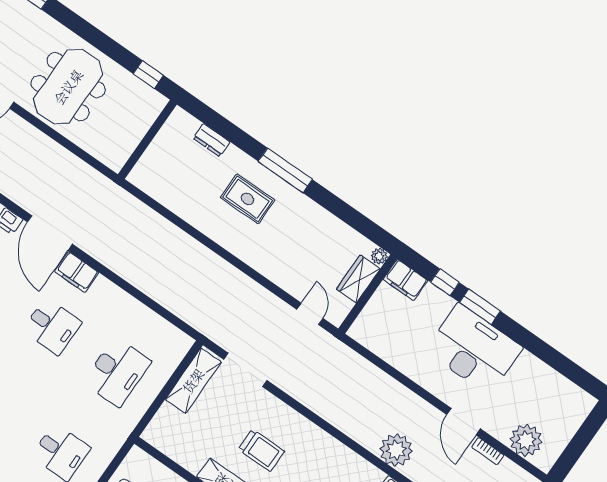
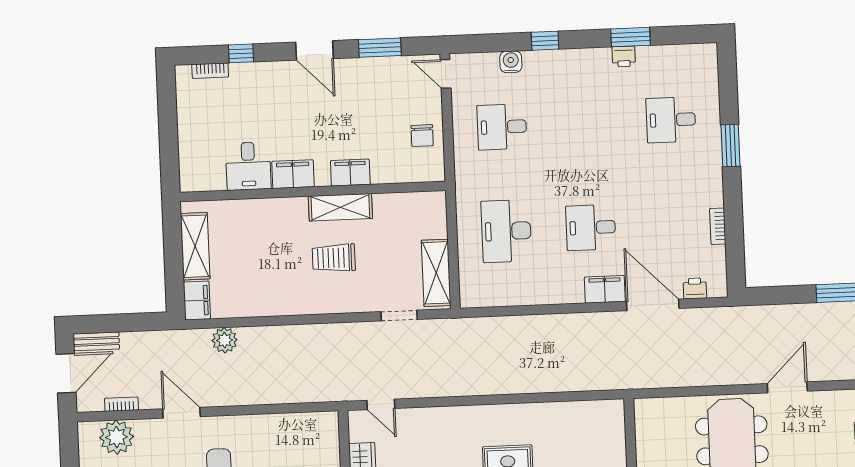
doorway: (245, 370) -> (399, 316), width x0.73
plant: (396, 450) -> (225, 340), width x0.73, depth x0.73
bookcase: (488, 451) -> (121, 404), moved

